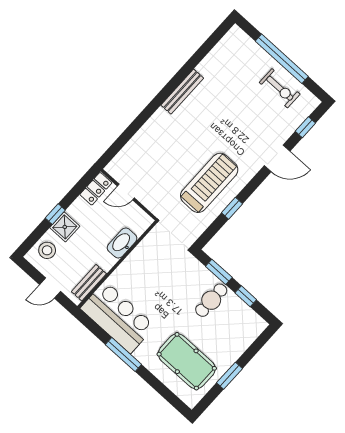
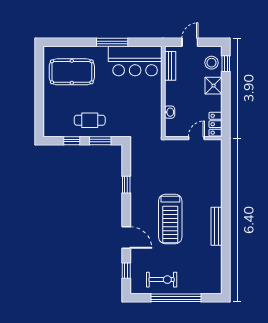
exercise bike: (280, 88) -> (162, 280), turned 180
door: (277, 158) -> (126, 237), swing flipped
treadmill: (209, 183) -> (170, 219), moved
window: (55, 214) -> (226, 64), moved
washbasin: (122, 243) -> (170, 112), width x0.52, depth x0.69
cafe table: (211, 300) -> (90, 120), turned 90
window: (230, 376) -> (39, 86), removed

